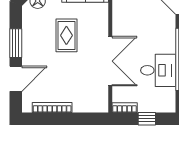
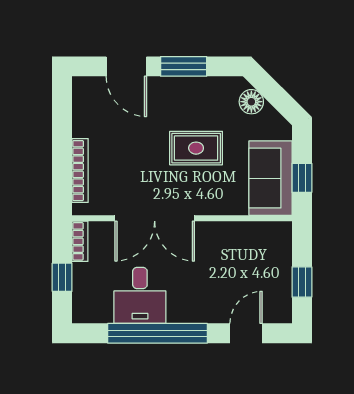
bookcase: (52, 108) -> (80, 171), moved

